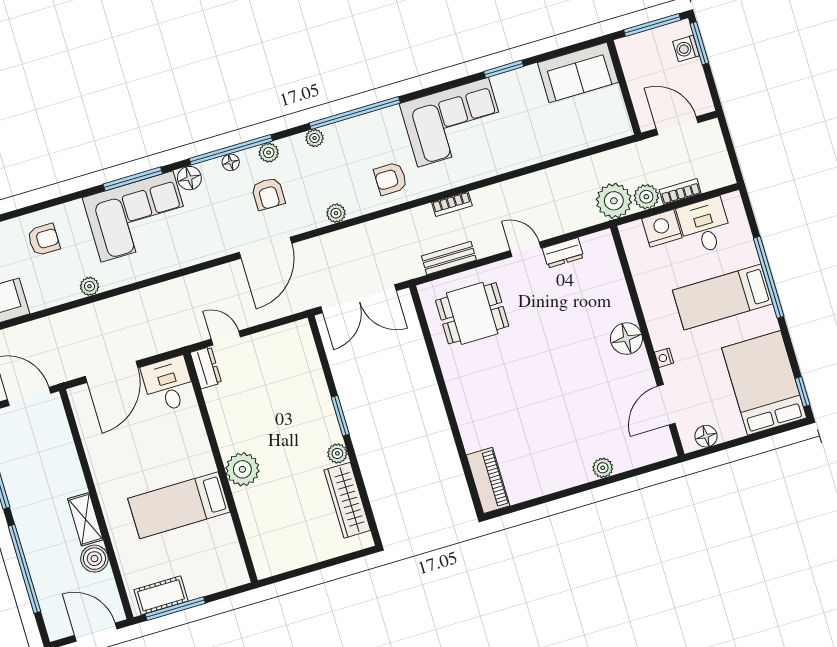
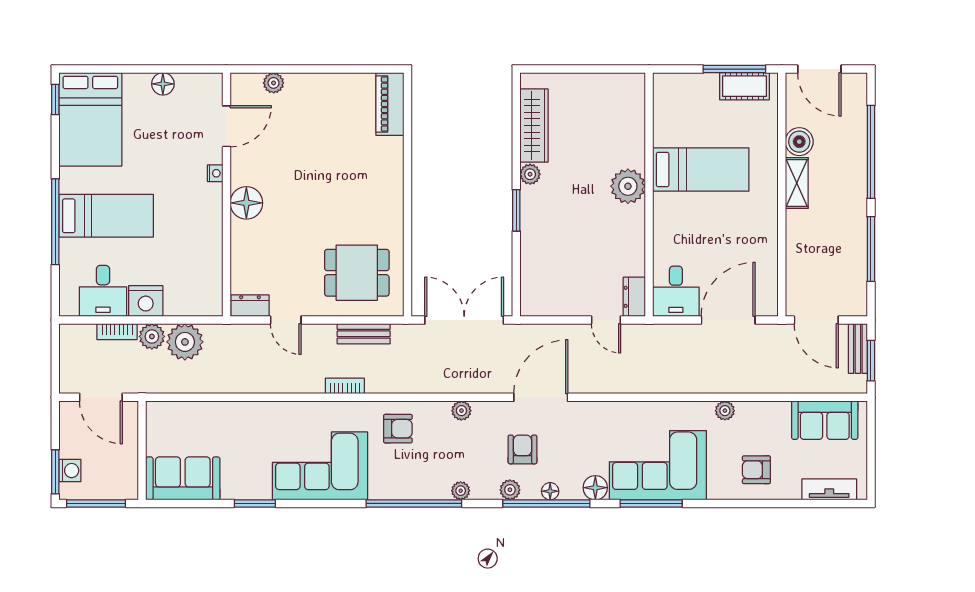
floor lamp: (626, 339) -> (246, 203), moved
wall: (647, 341) -> (227, 195), moved
nightstand: (664, 358) -> (215, 173), moved
door: (666, 405) -> (227, 126), moved

